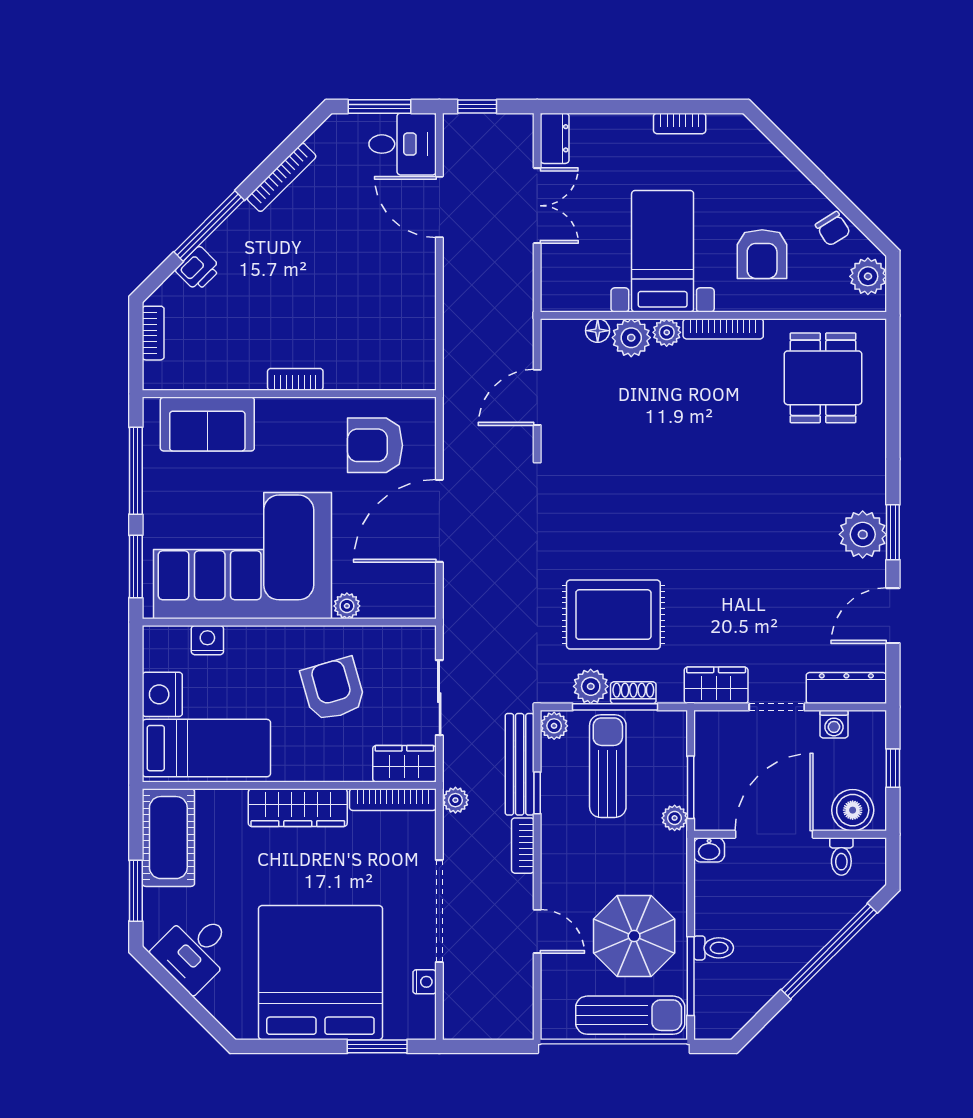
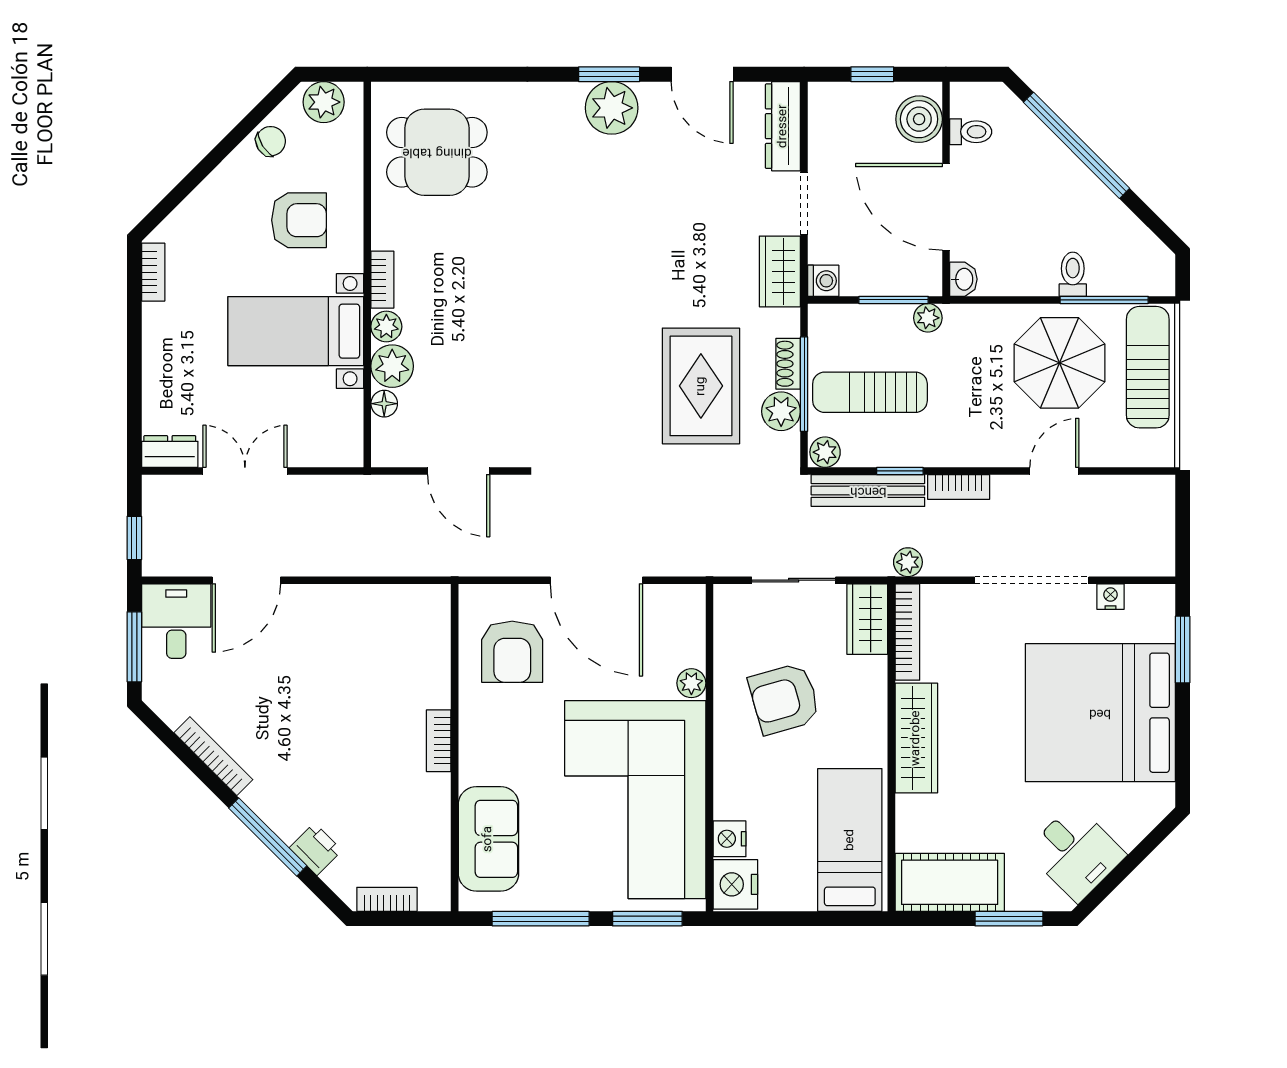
bookcase: (680, 123) -> (153, 272), moved
bookcase: (723, 329) -> (382, 280), width x0.64
nightstand: (162, 694) -> (735, 884), moved, turned 90
washing machine: (834, 724) -> (823, 281), moved

